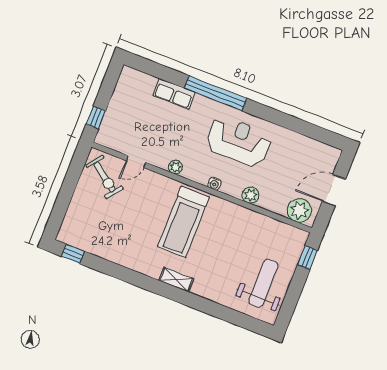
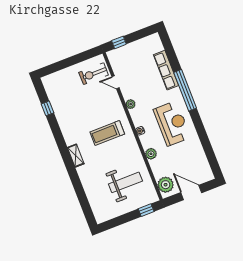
row of seats: (174, 94) -> (166, 70), width x1.48
exercise bike: (104, 177) -> (94, 74), turned 53
treadmill: (183, 222) -> (107, 133), width x0.73, depth x0.73
window: (73, 254) -> (47, 108), moved
weight bench: (263, 283) -> (125, 182), moved

